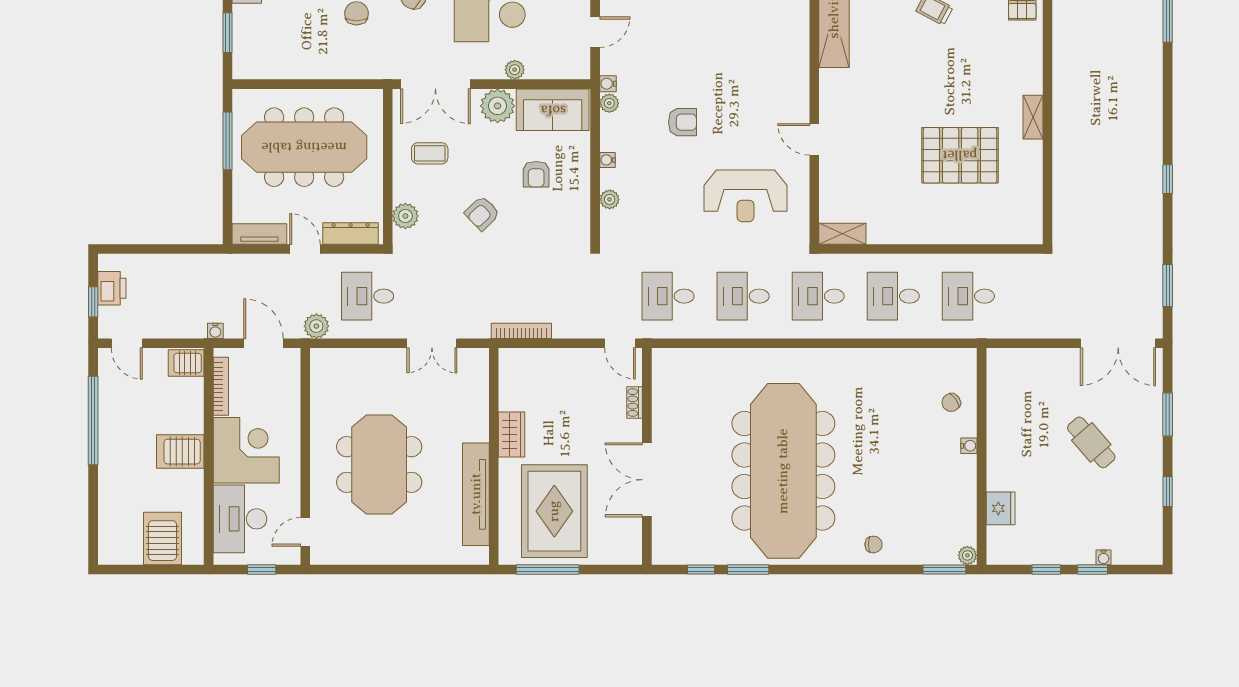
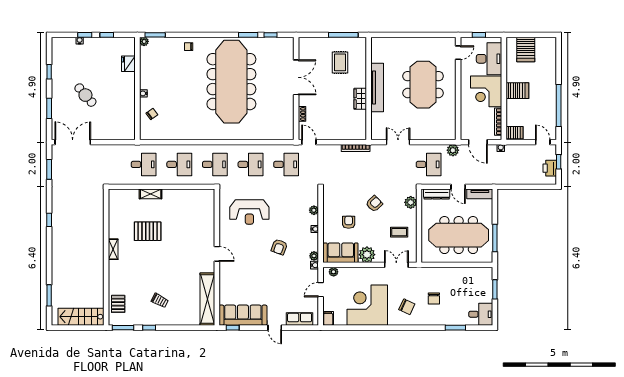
plant: (515, 70) -> (334, 272), moved
double door: (435, 84) -> (396, 265), width x0.73
armchair: (682, 122) -> (279, 247), turned -70
door: (814, 139) -> (217, 254), moved
pallet: (960, 155) -> (148, 231), width x0.73, depth x0.71
reception desk: (745, 196) -> (249, 212), turned 180
shelving: (842, 234) -> (151, 194), moved
tv unit: (476, 494) -> (377, 87), moved
rug: (554, 511) -> (340, 62), width x0.54, depth x0.49

